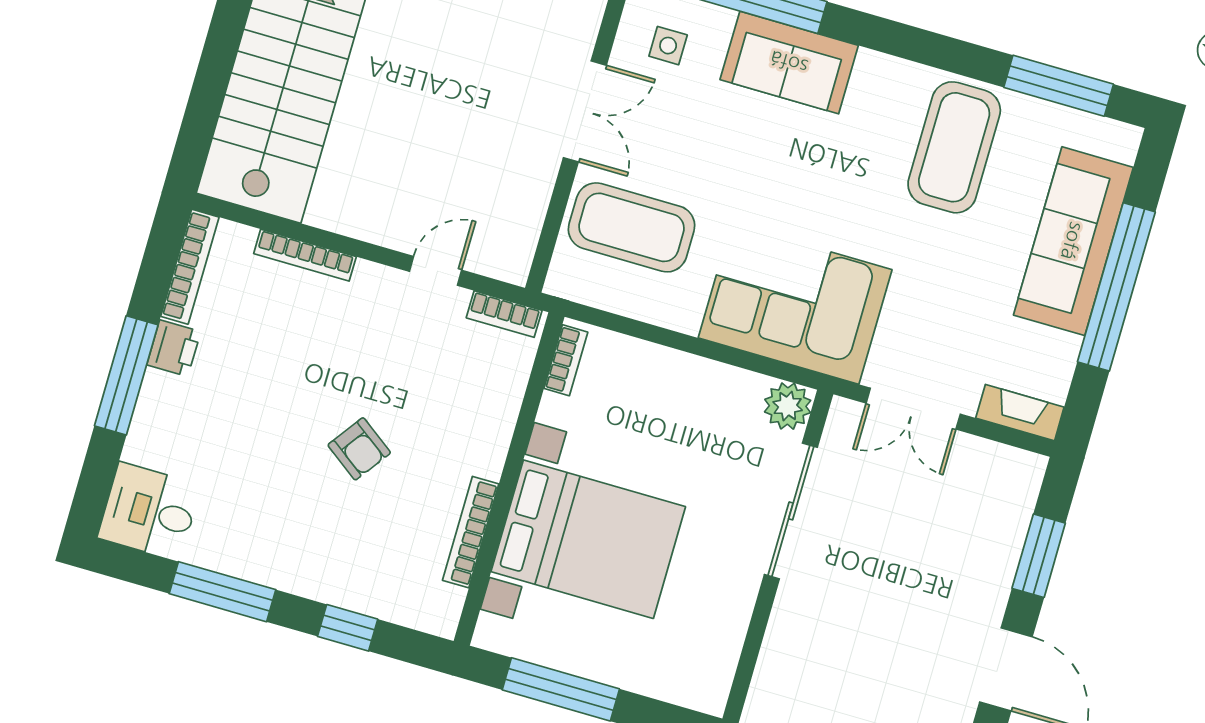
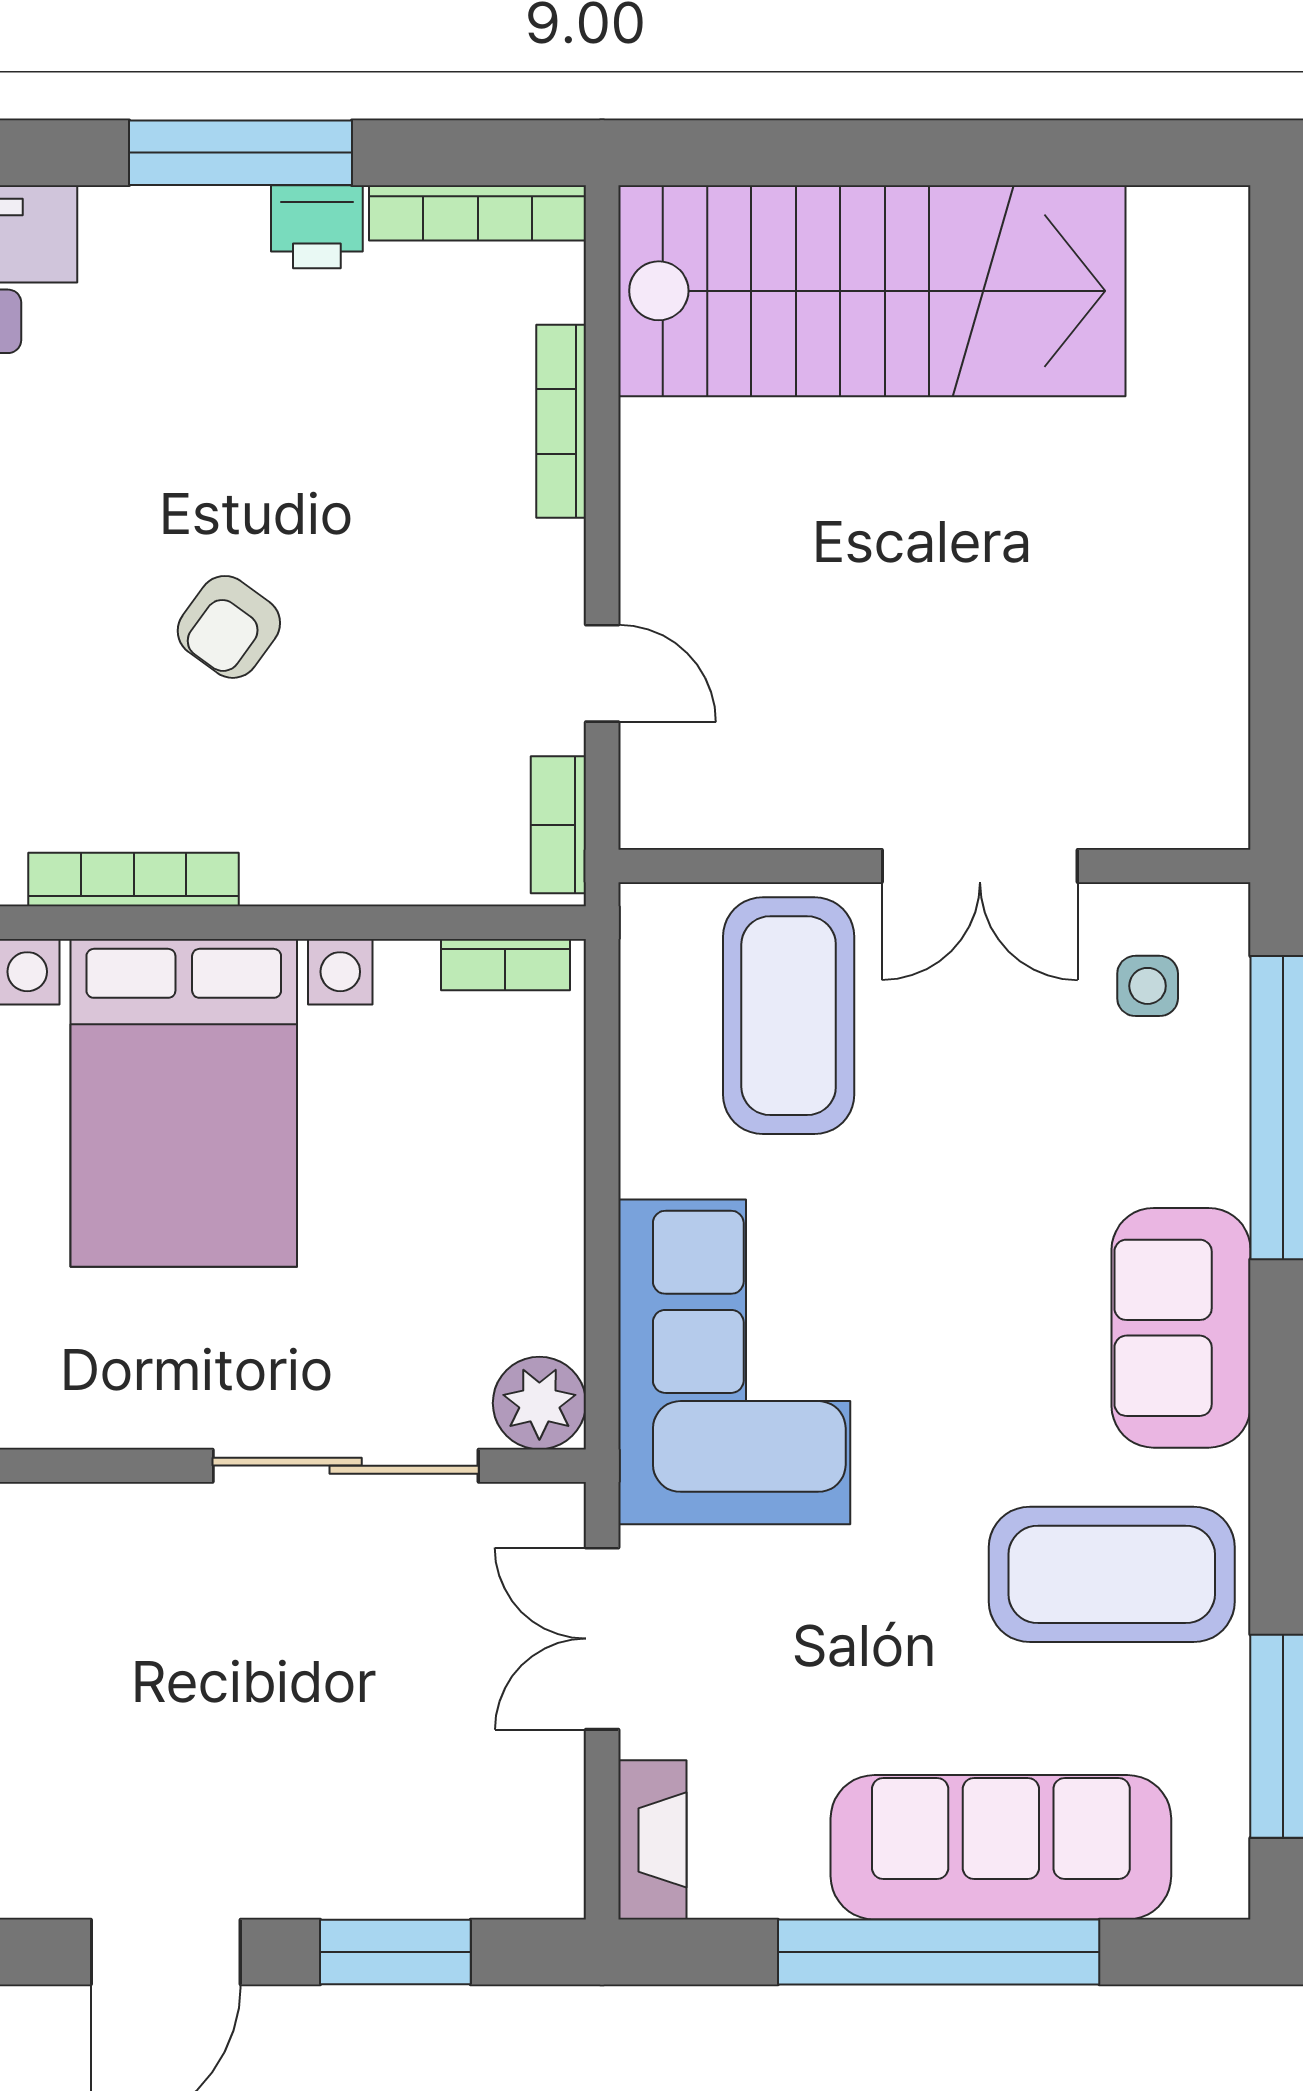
sofa: (789, 63) -> (1181, 1328), moved

